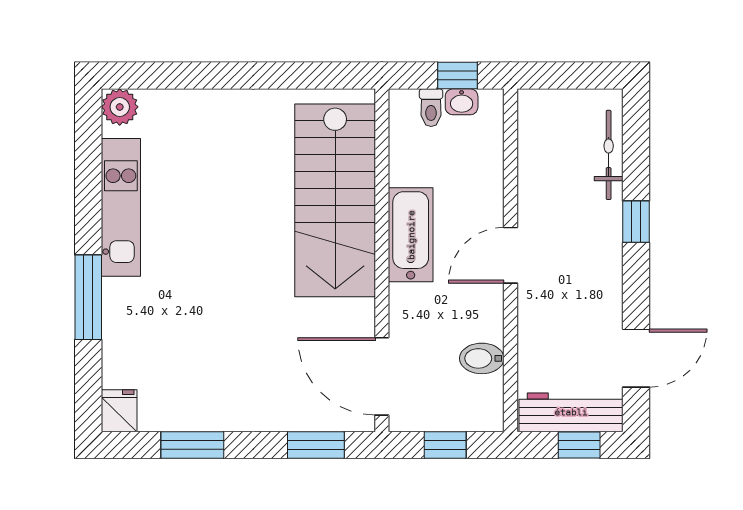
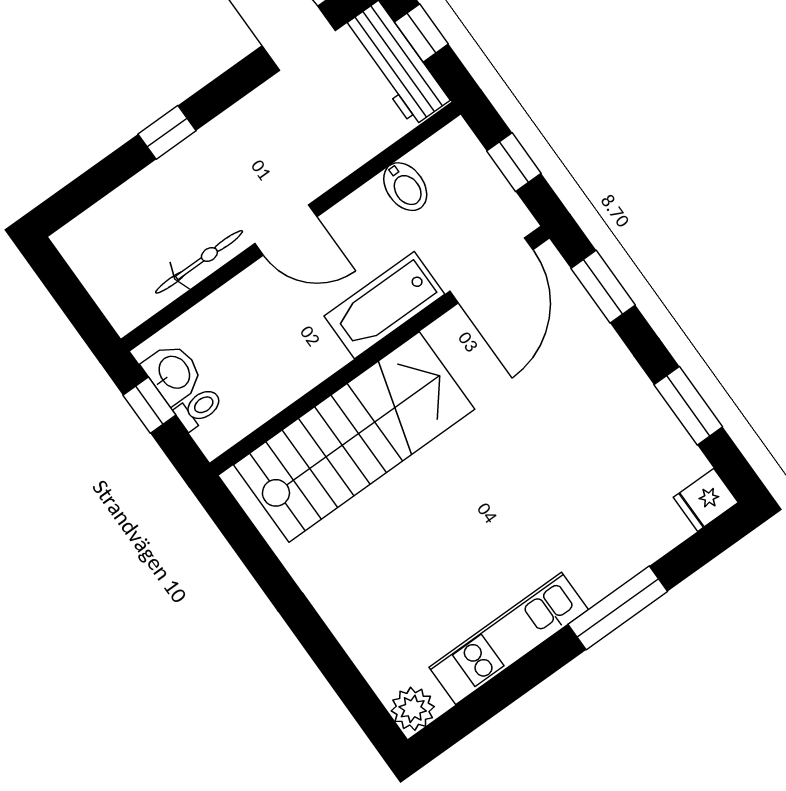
washbasin: (462, 102) -> (173, 373), width x1.38, depth x1.45
bicycle: (609, 155) -> (199, 262), moved, turned 180
bathtub: (411, 235) -> (384, 305), moved

